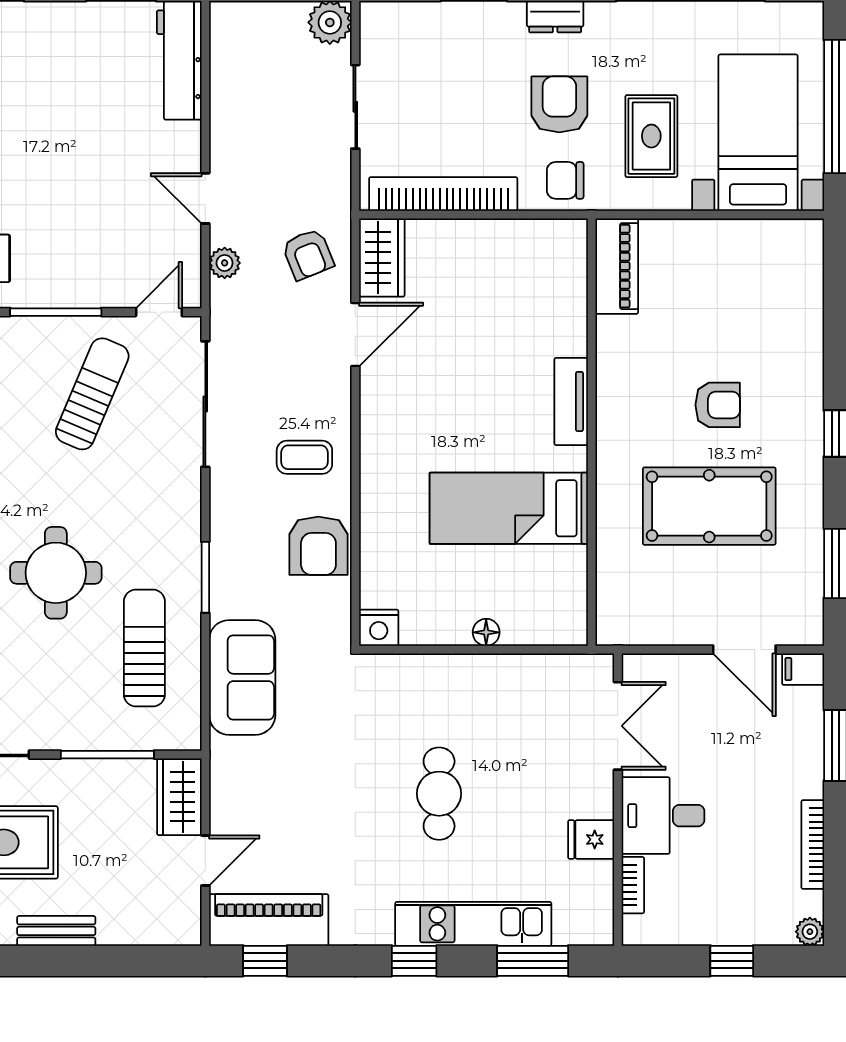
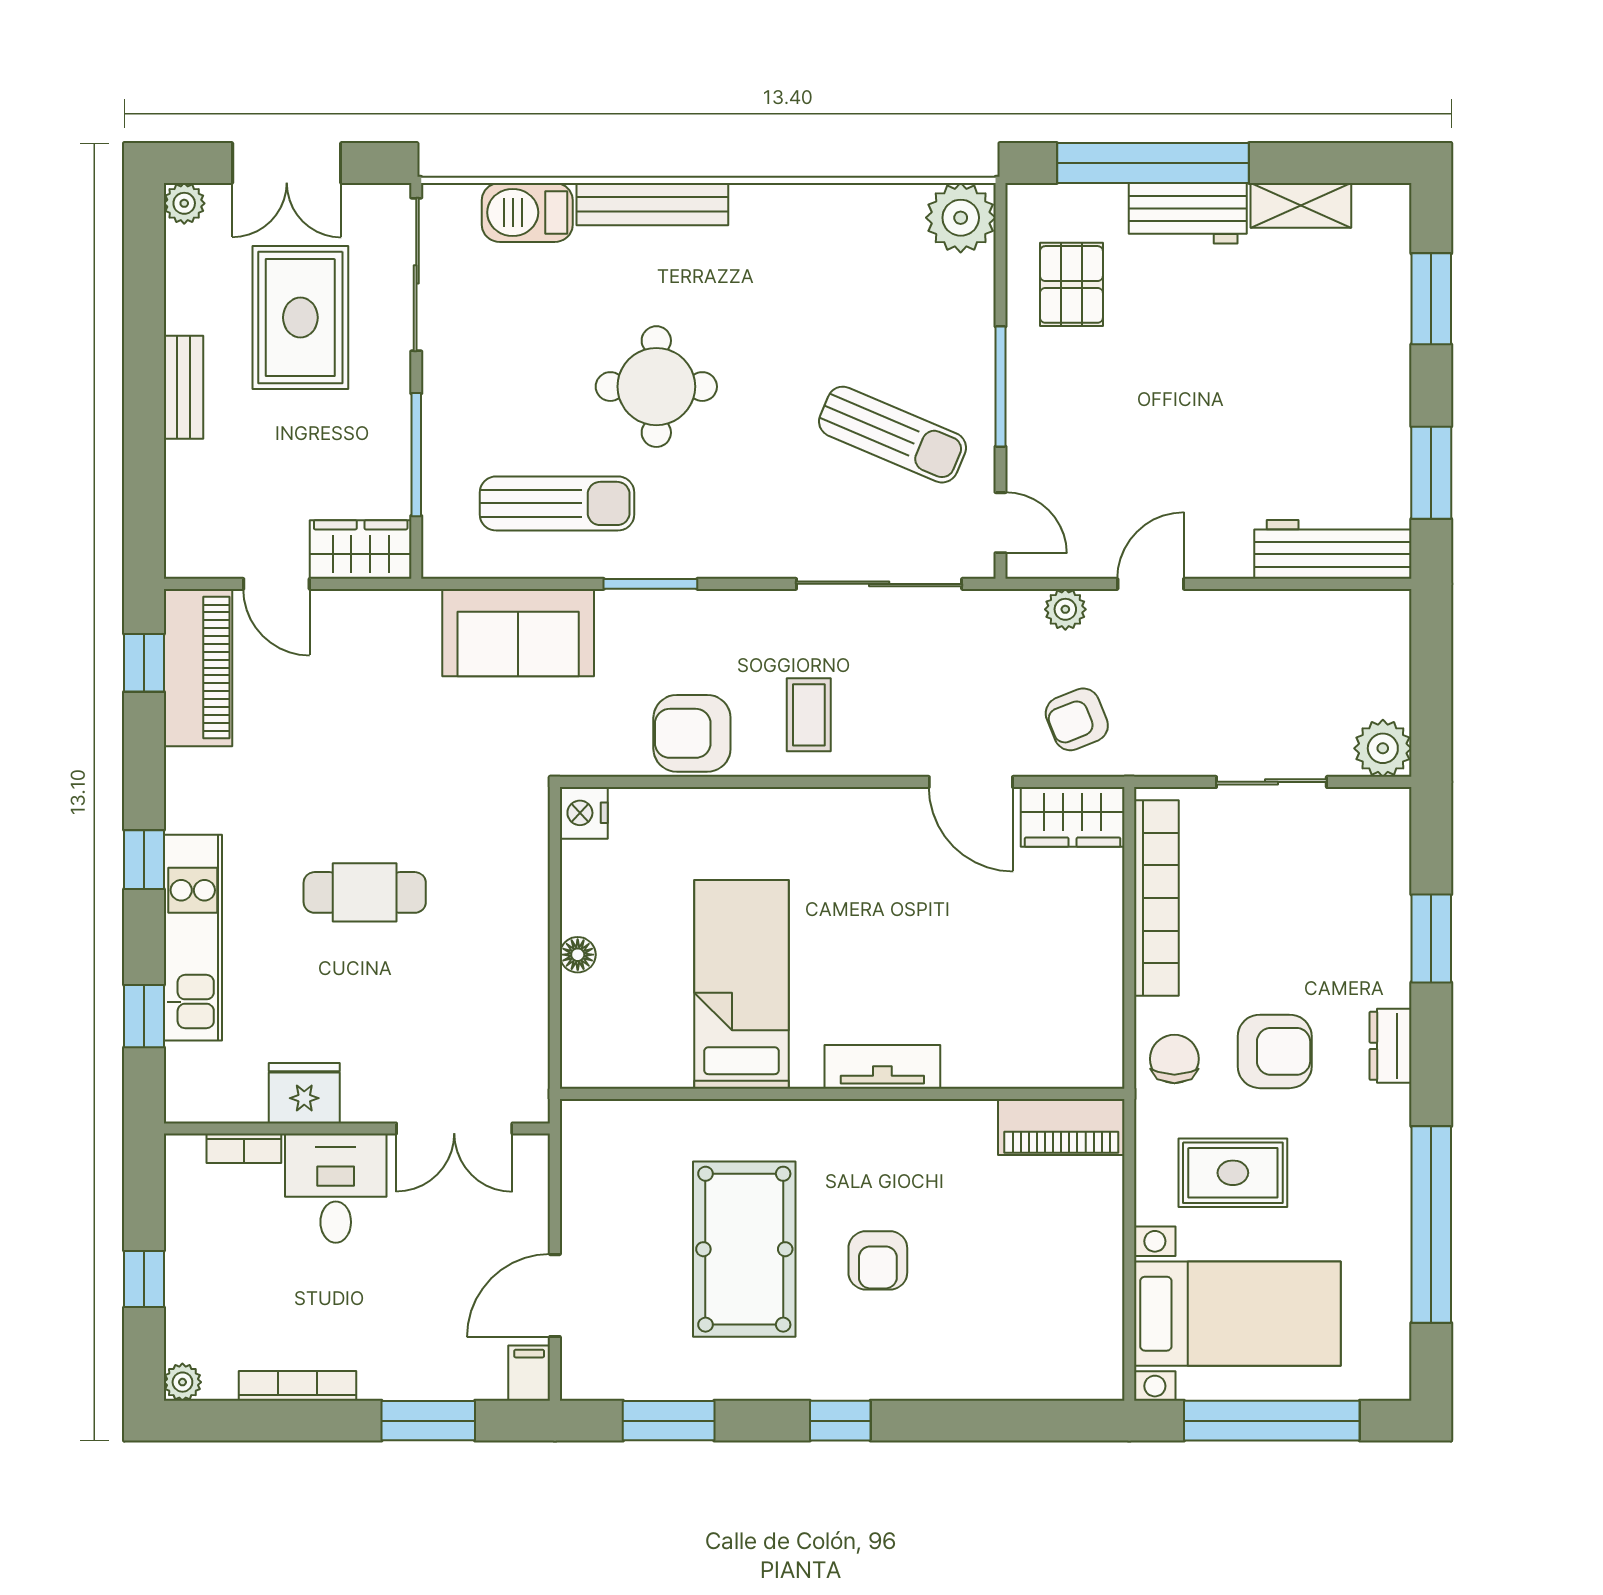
fridge: (591, 839) -> (304, 1093), width x1.38
window: (533, 961) -> (144, 1016), width x0.67

